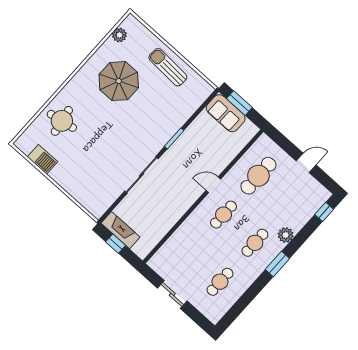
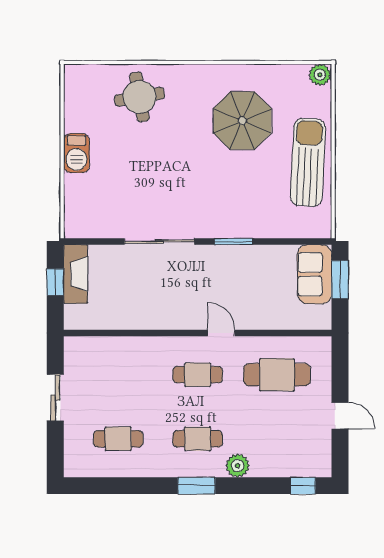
plant: (119, 35) -> (320, 75), moved
sun lounger: (168, 67) -> (308, 162), width x1.36, depth x1.34
barbecue: (42, 159) -> (76, 153), moved

